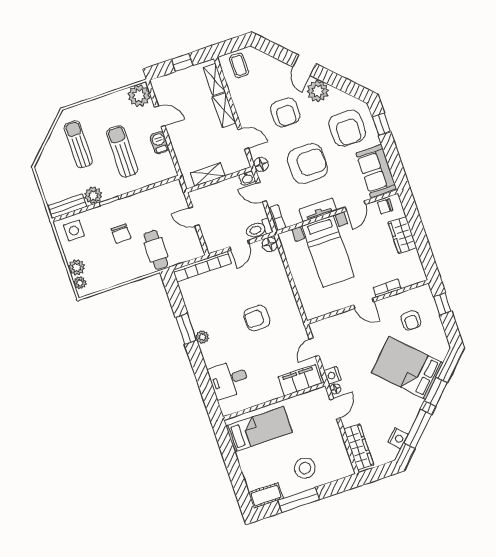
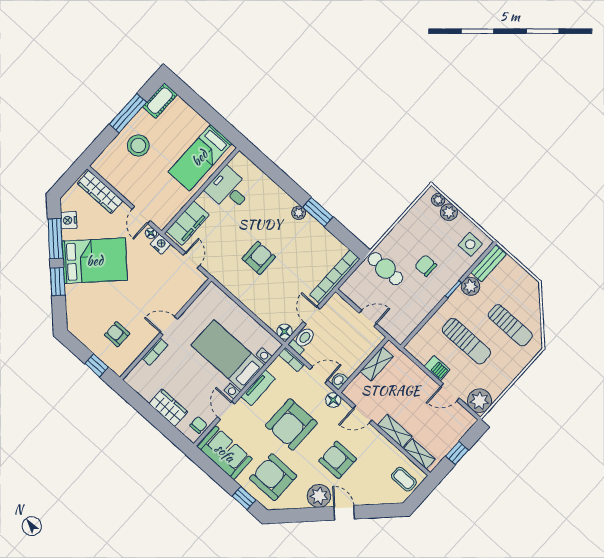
bed: (407, 368) -> (95, 261), moved
desk: (229, 379) -> (229, 190), moved, turned -90

